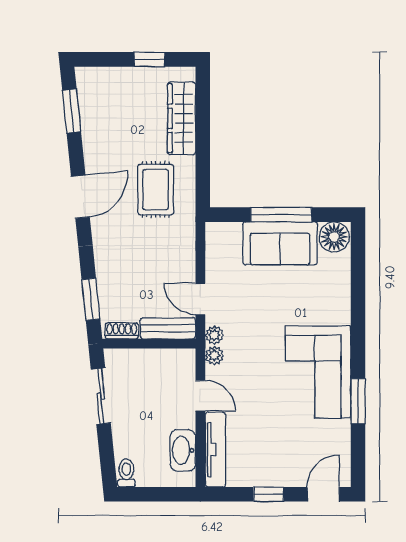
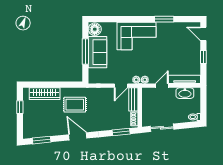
corner sofa: (318, 372) -> (137, 36), moved

